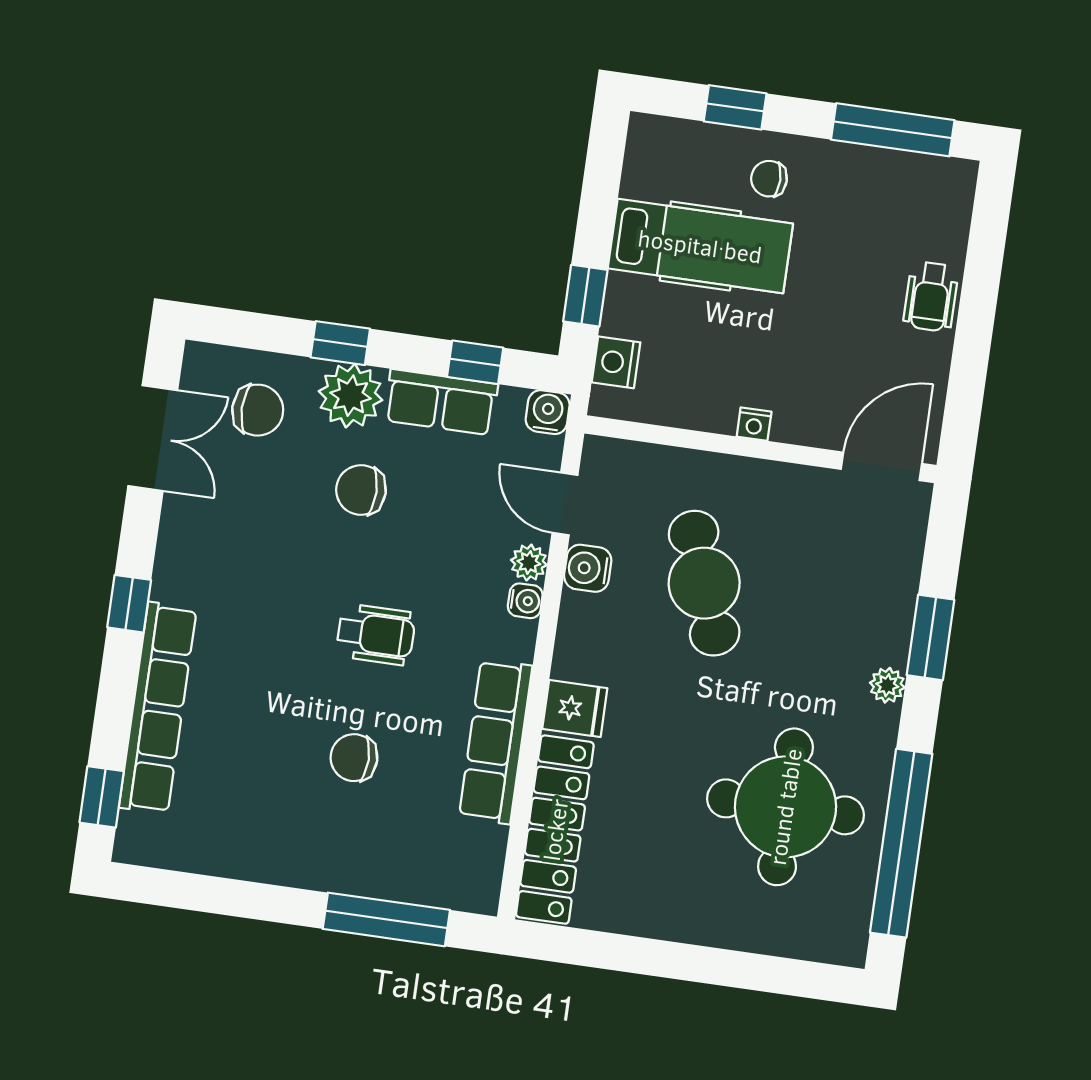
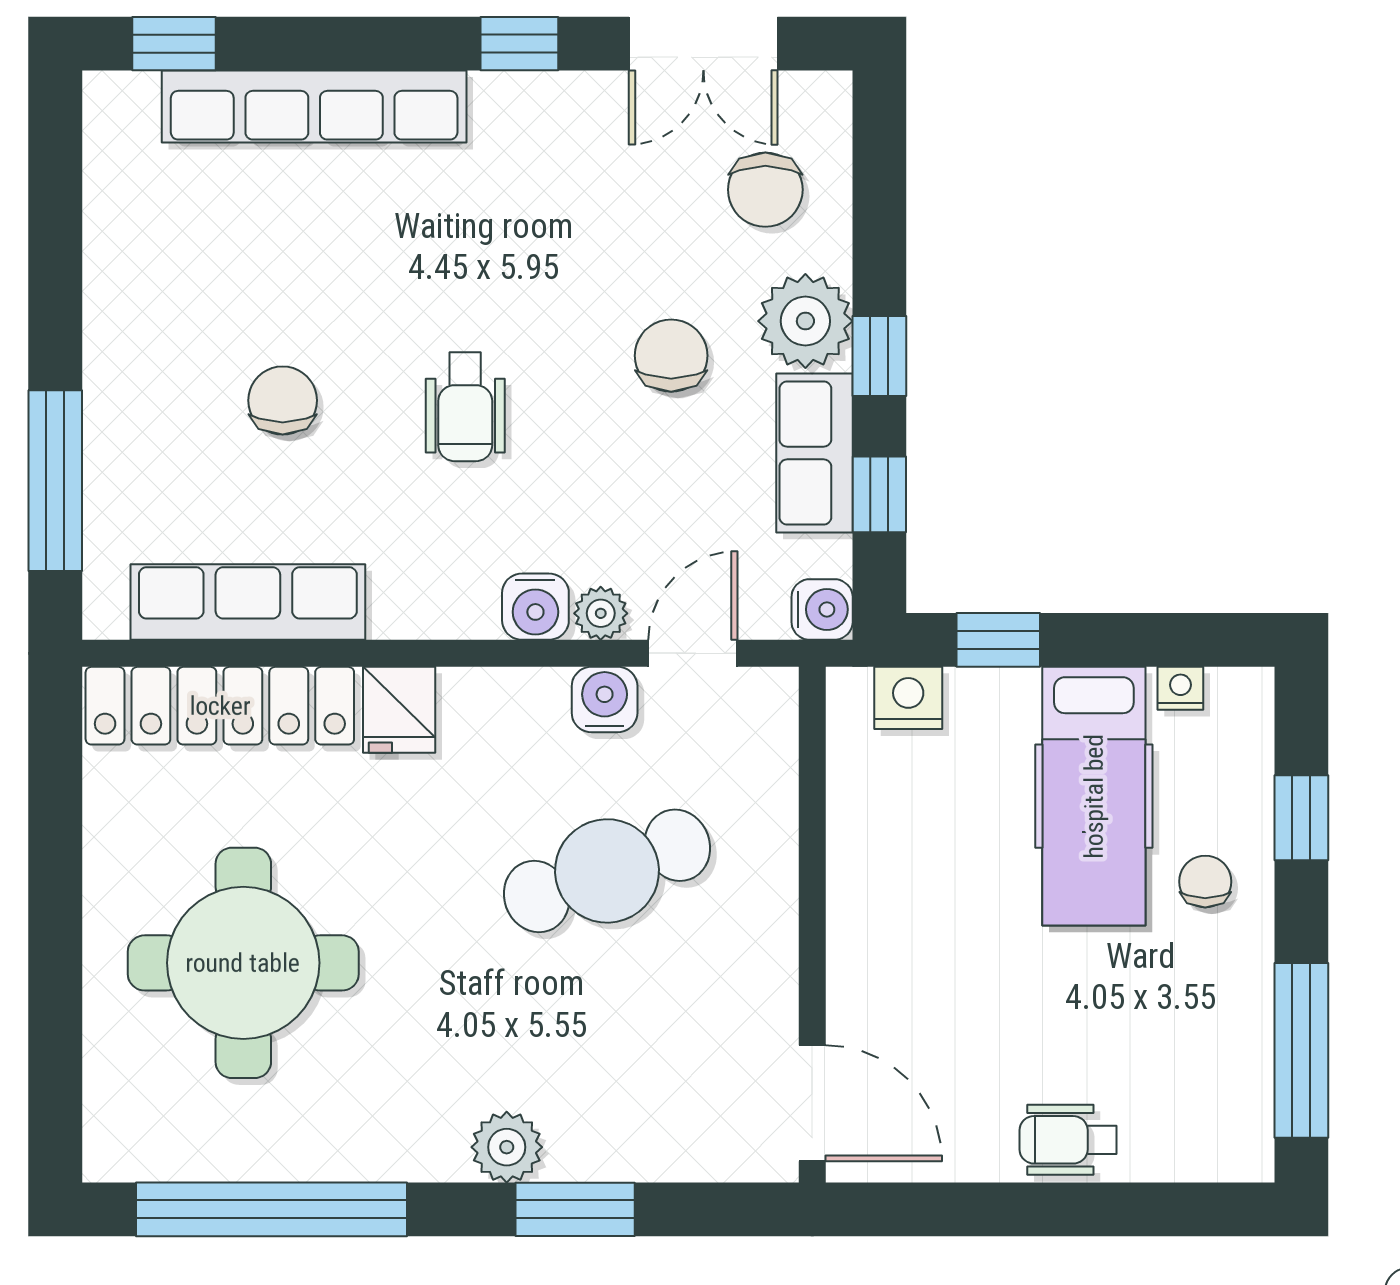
window: (340, 343) -> (879, 356), moved
nightstand: (754, 424) -> (1180, 688), moved, turned 90
water cooler: (525, 601) -> (535, 607), width x1.38, depth x1.38
window: (129, 604) -> (519, 44), moved
plant: (887, 685) -> (507, 1147), width x1.38, depth x1.38
row of seats: (496, 742) -> (248, 602), moved
round table: (785, 807) -> (243, 963), moved

